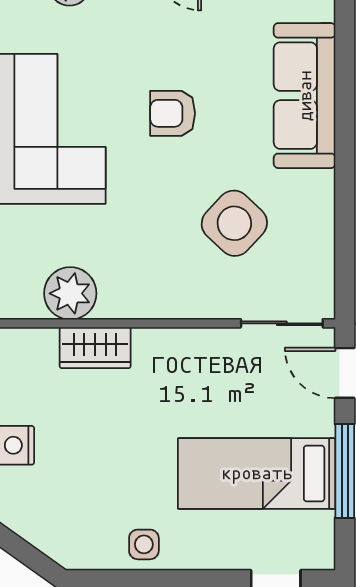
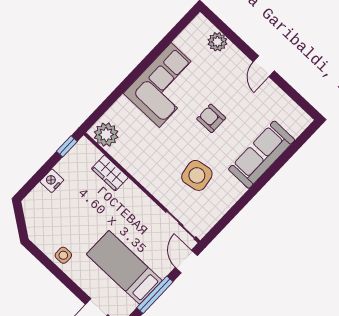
side table: (234, 223) -> (197, 175), turned 37
plant: (70, 293) -> (106, 135), moved

